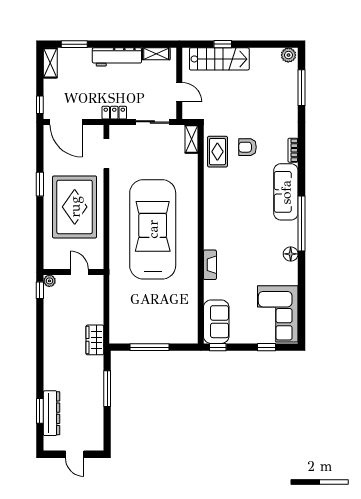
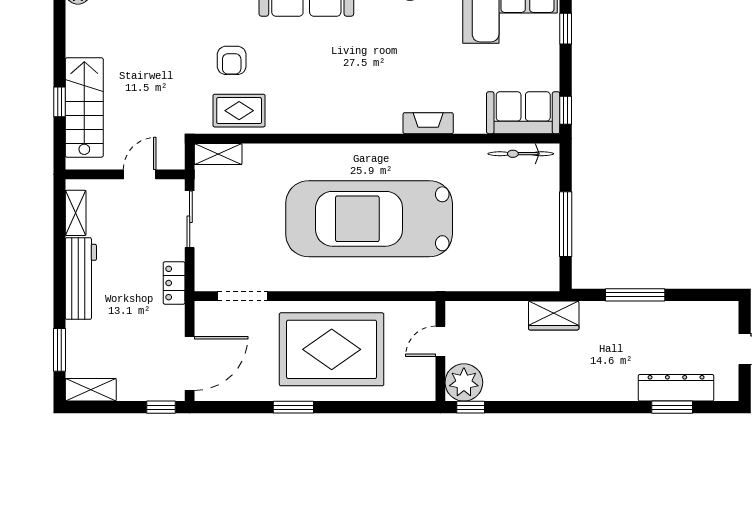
plant: (49, 281) -> (464, 382), width x1.87, depth x1.87
bicycle: (192, 320) -> (521, 154), added

